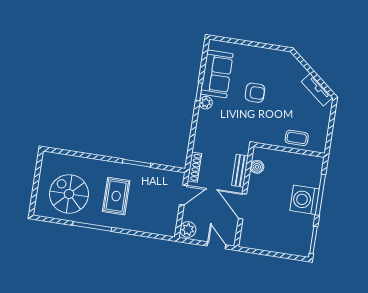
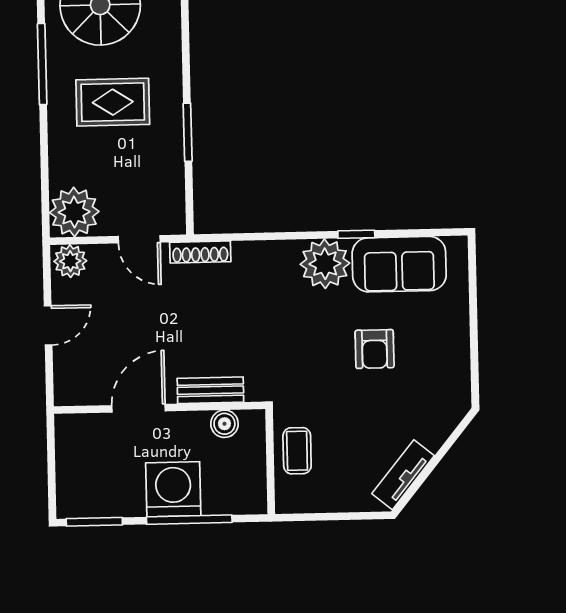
plant: (206, 103) -> (325, 264), width x1.88, depth x1.88
boiler: (257, 167) -> (224, 424), moved
bench: (240, 171) -> (210, 390), moved
wall: (244, 196) -> (159, 408), moved
door: (242, 206) -> (139, 408), moved
plant: (165, 224) -> (74, 212), added

